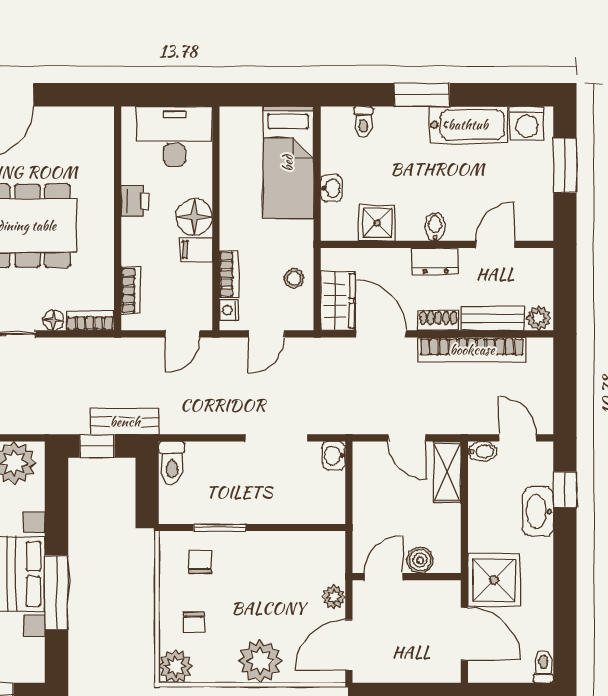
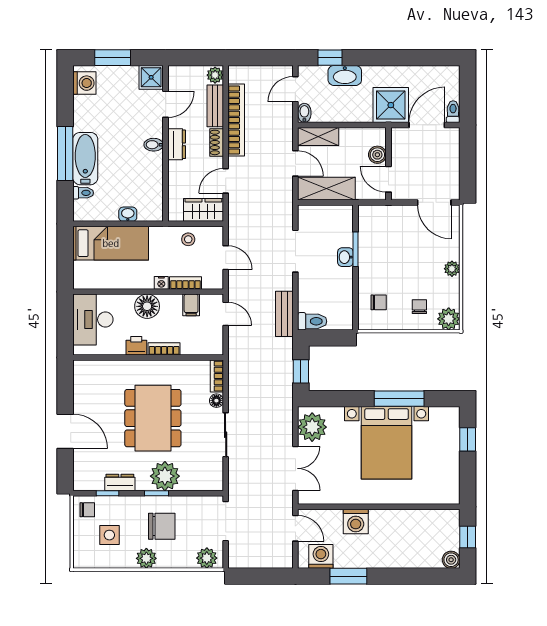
window: (422, 95) -> (65, 154), width x1.44
bathtub: (468, 125) -> (85, 159), moved
shower: (377, 223) -> (151, 77), moved
door: (495, 244) -> (166, 104), swing flipped
filing cabinet: (196, 250) -> (191, 305), moved
bookcase: (131, 290) -> (164, 349), moved
nightstand: (229, 310) -> (161, 283), moved
door: (381, 334) -> (226, 181), width x0.73
bench: (125, 422) -> (284, 314), moved
door: (407, 438) -> (295, 163), hinge flipped
washbasin: (334, 456) -> (345, 257), moved, turned 90
shelving: (369, 484) -> (326, 189), added
window: (220, 528) -> (355, 249), moved
chair: (200, 562) -> (379, 302), turned 180
plant: (334, 597) -> (402, 213), removed
chair: (194, 623) -> (419, 307), turned -90
plant: (260, 661) -> (452, 269), width x0.53, depth x0.53
toilet: (543, 667) -> (453, 112), moved, turned 90

